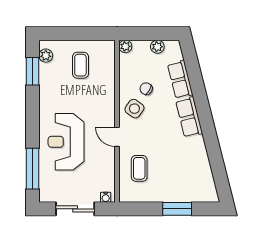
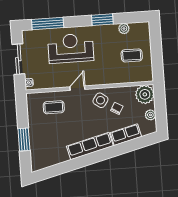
plant: (125, 46) -> (145, 94), width x1.88, depth x1.88
plant: (46, 56) -> (124, 29), moved
window: (33, 71) -> (102, 20), moved
row of seats: (189, 117) -> (90, 146), width x1.48

